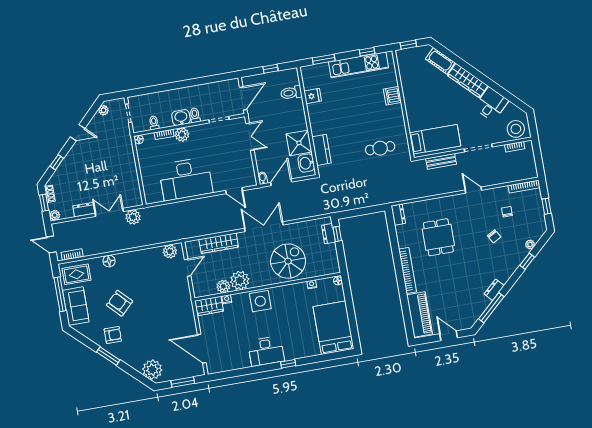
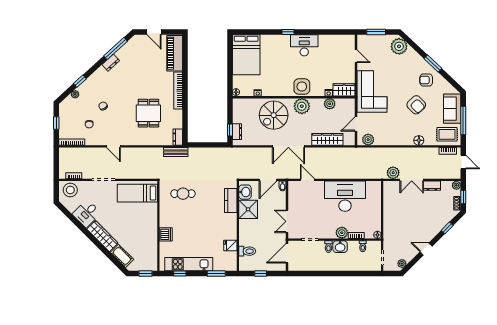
bench: (441, 161) -> (176, 152), moved
plant: (240, 280) -> (302, 106), moved
corner sofa: (175, 310) -> (372, 92), added
door: (202, 349) -> (356, 56), width x0.53

